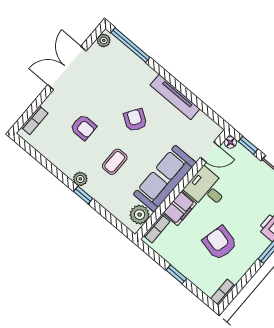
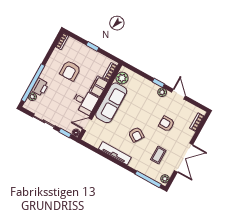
coffee table: (115, 162) -> (158, 155), moved
door: (55, 171) -> (179, 94), added
armchair: (220, 243) -> (70, 71), turned 77

